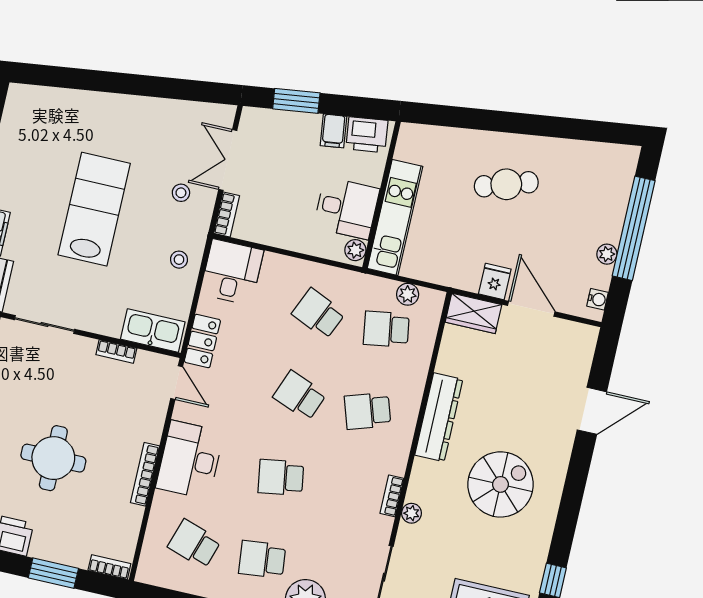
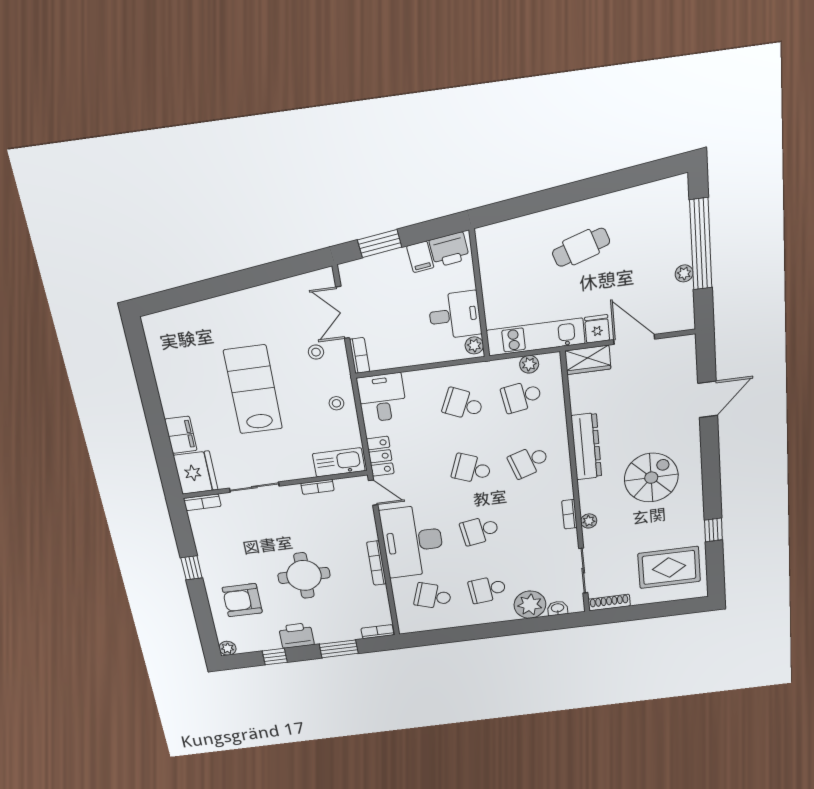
kitchen unit: (395, 217) -> (536, 337), moved, turned -90
water cooler: (597, 299) -> (687, 312), removed
desk: (190, 460) -> (413, 541), width x1.36, depth x1.30

